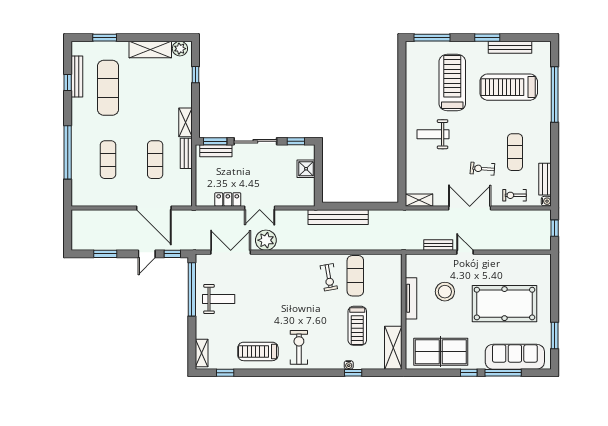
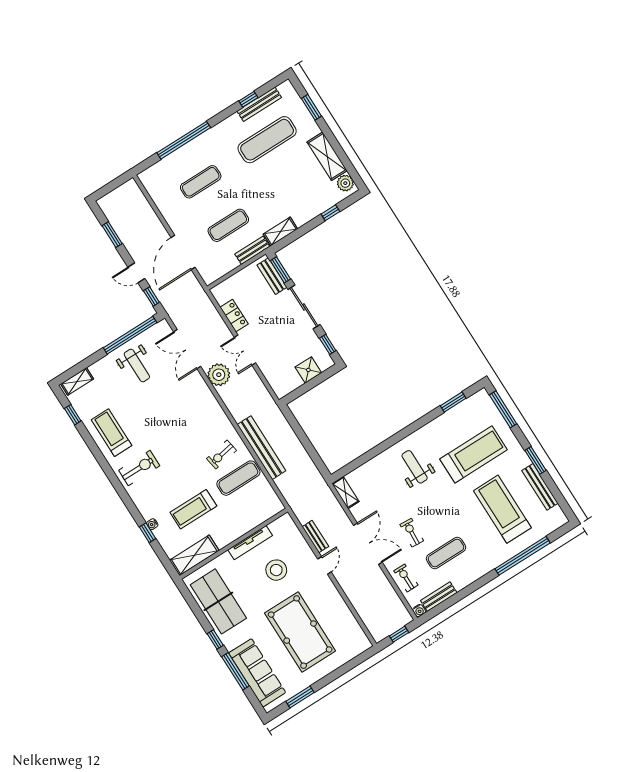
window: (402, 73) -> (453, 402), added
bench: (338, 217) -> (261, 448), moved
double door: (231, 252) -> (187, 349), swing flipped

